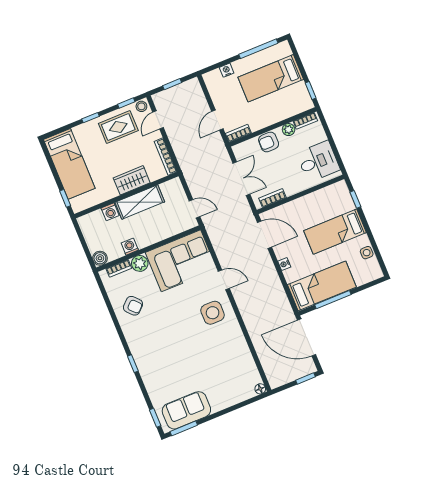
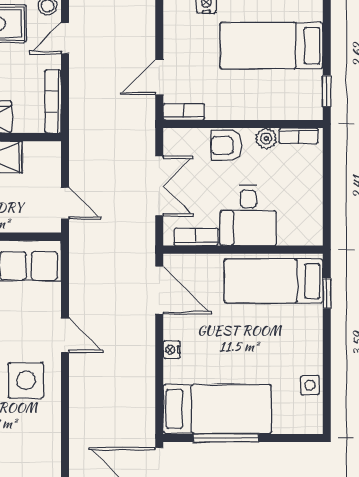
desk: (318, 161) -> (248, 215), moved, turned 90
bed: (335, 232) -> (274, 281), moved

